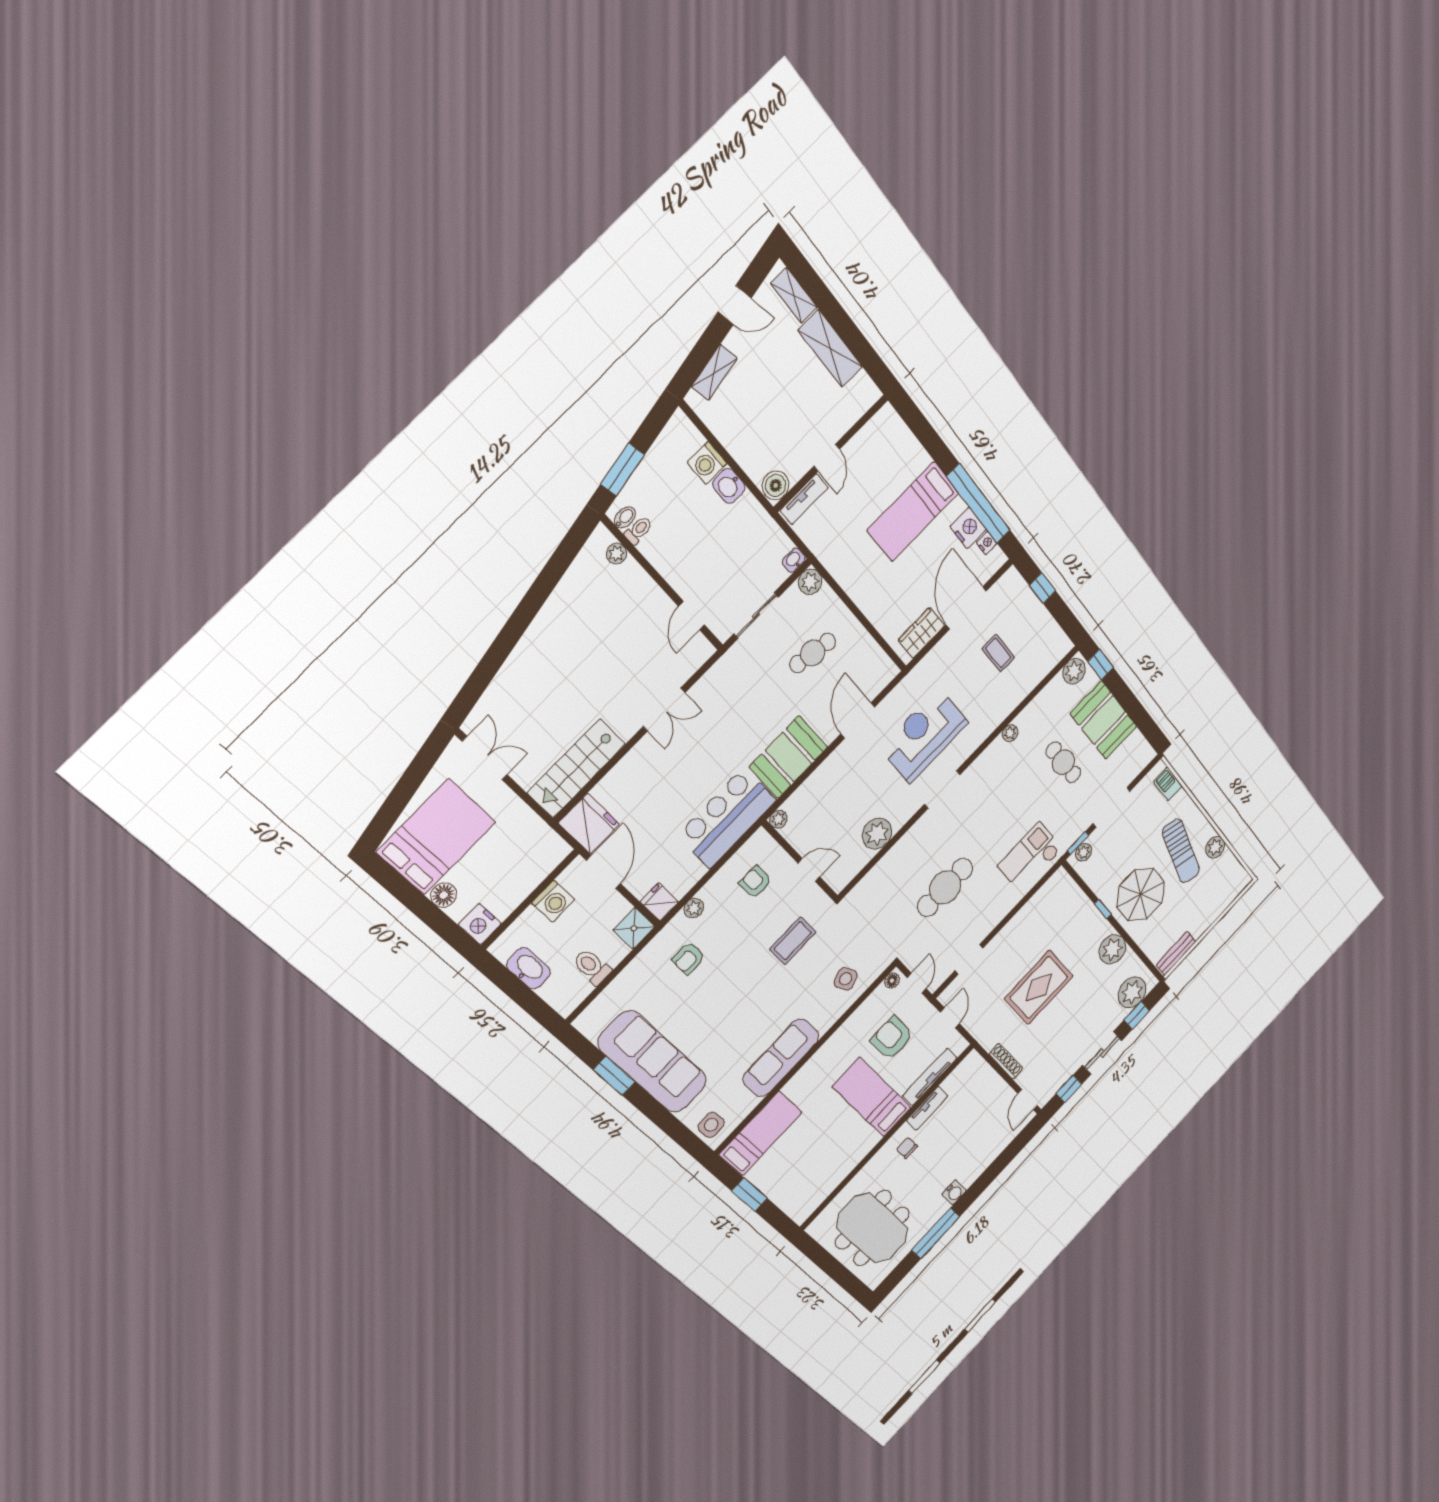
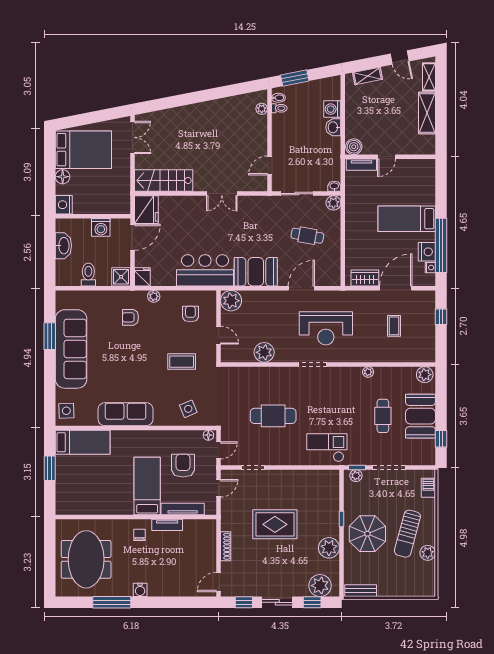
window: (1101, 665) -> (441, 439), moved
reception desk: (924, 735) -> (326, 328), turned 180
plant: (778, 819) -> (231, 301), width x1.88, depth x1.88

